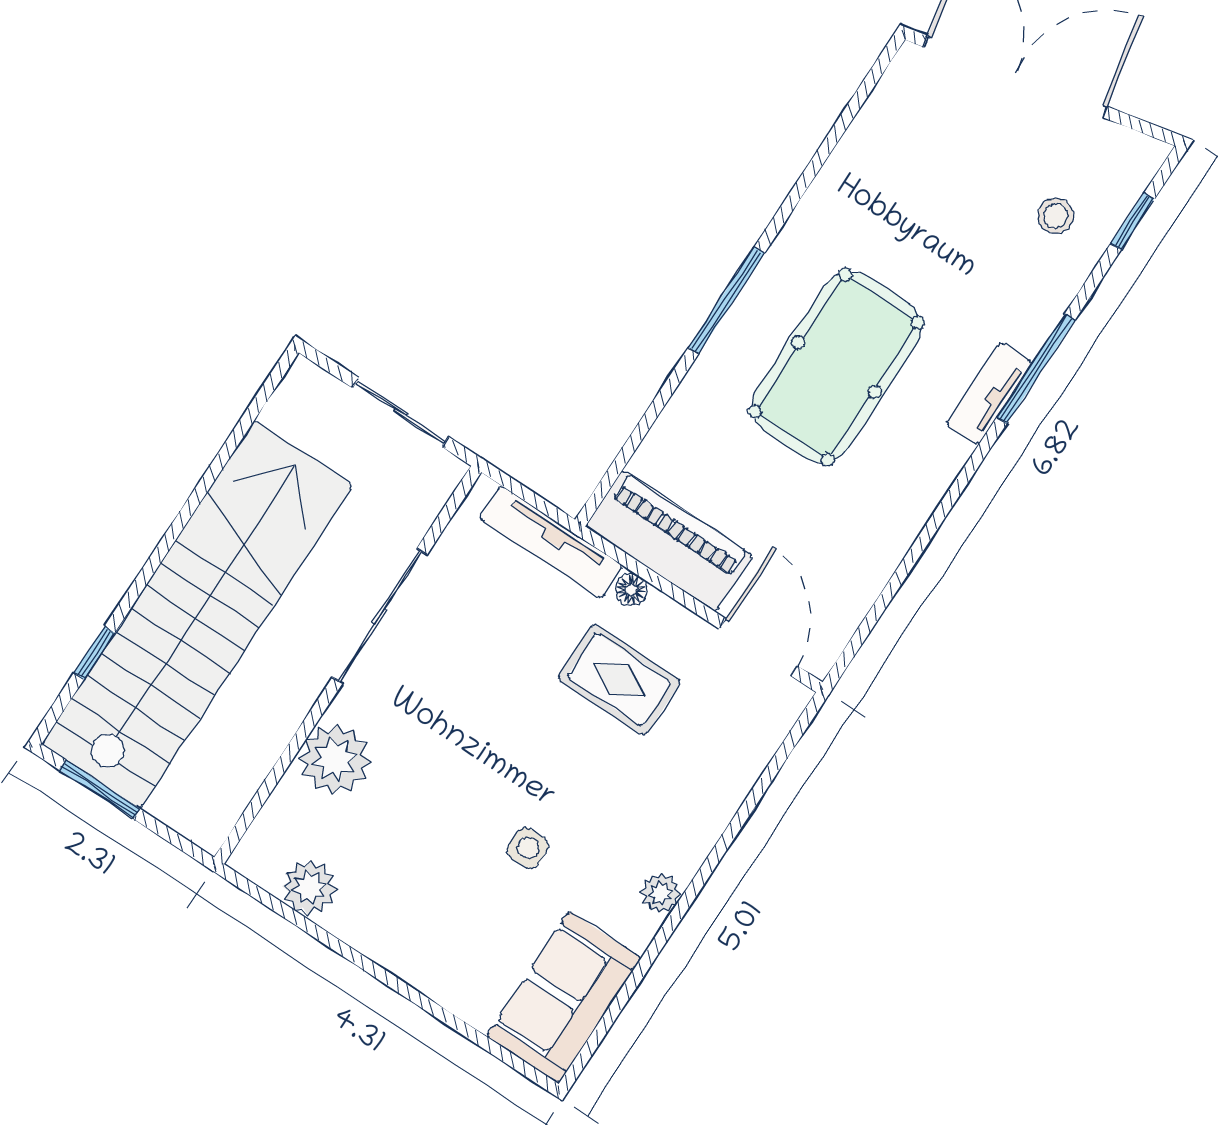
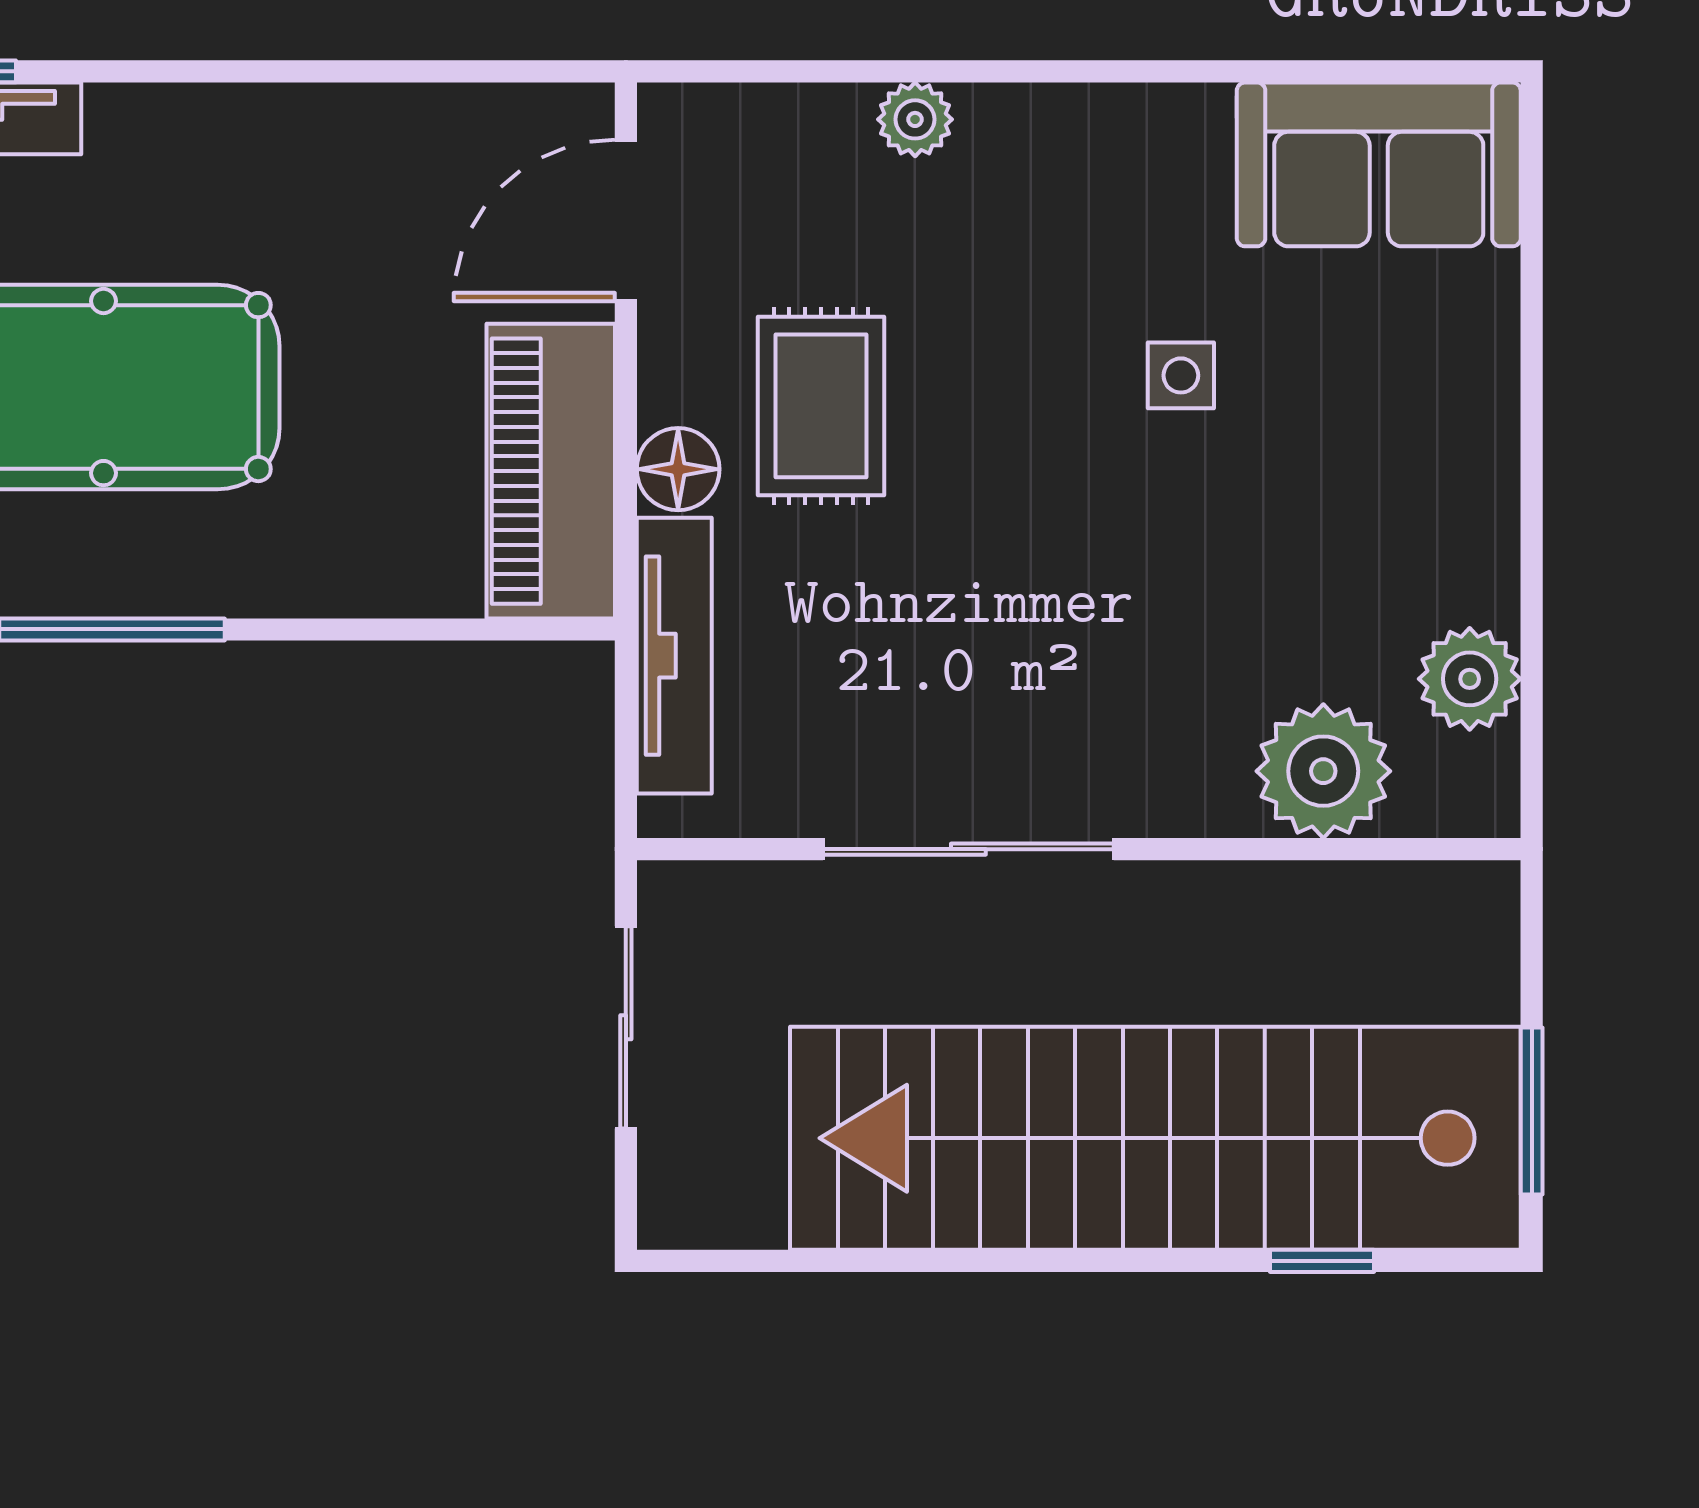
floor lamp: (631, 590) -> (678, 469), width x1.37, depth x1.37
plant: (335, 760) -> (1323, 771), moved
plant: (661, 893) -> (915, 119), moved

